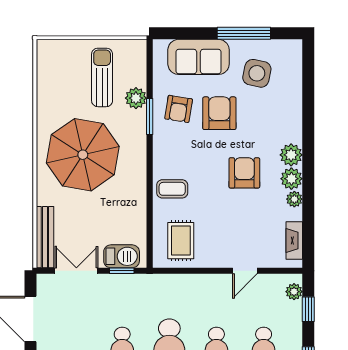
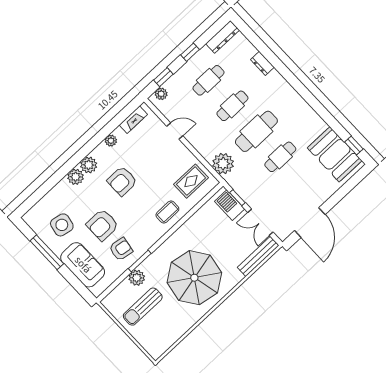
plant: (291, 179) -> (76, 177), moved
coffee table: (172, 189) -> (167, 212), turned 90
plant: (168, 288) -> (223, 164), added

